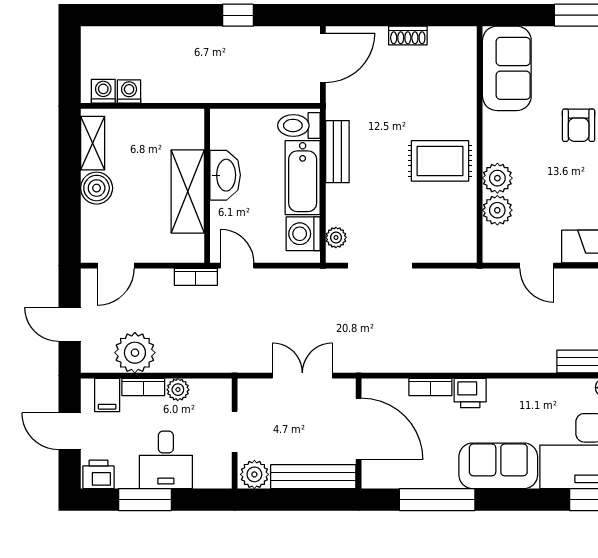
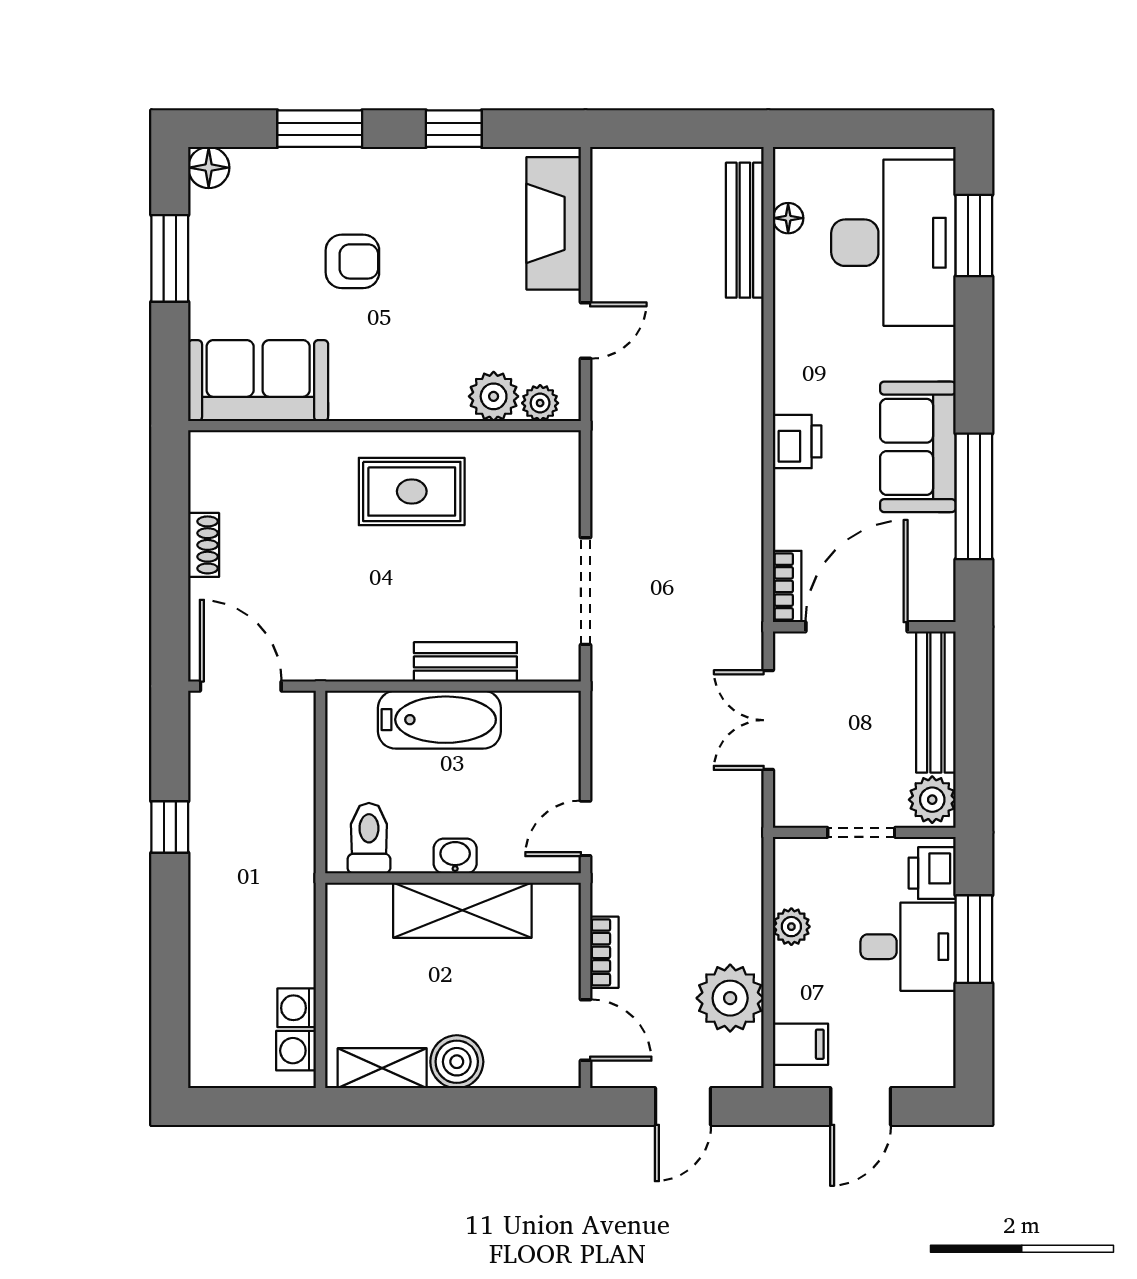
toilet: (299, 125) -> (369, 838), moved, turned 180
bench: (337, 152) -> (465, 662), moved
rug: (440, 161) -> (412, 491), turned 90
washbasin: (225, 175) -> (455, 856), width x0.52, depth x0.69
plant: (497, 178) -> (540, 403), moved, width x0.73, depth x0.73
washing machine: (303, 234) -> (533, 719), removed
plant: (336, 237) -> (539, 664), removed
bookcase: (196, 277) -> (604, 952), moved
bookcase: (143, 387) -> (787, 984), removed
bookcase: (430, 387) -> (787, 586), moved
sofa: (498, 466) -> (918, 447), moved
printer: (99, 474) -> (932, 873), moved
window: (145, 500) -> (974, 939), moved

